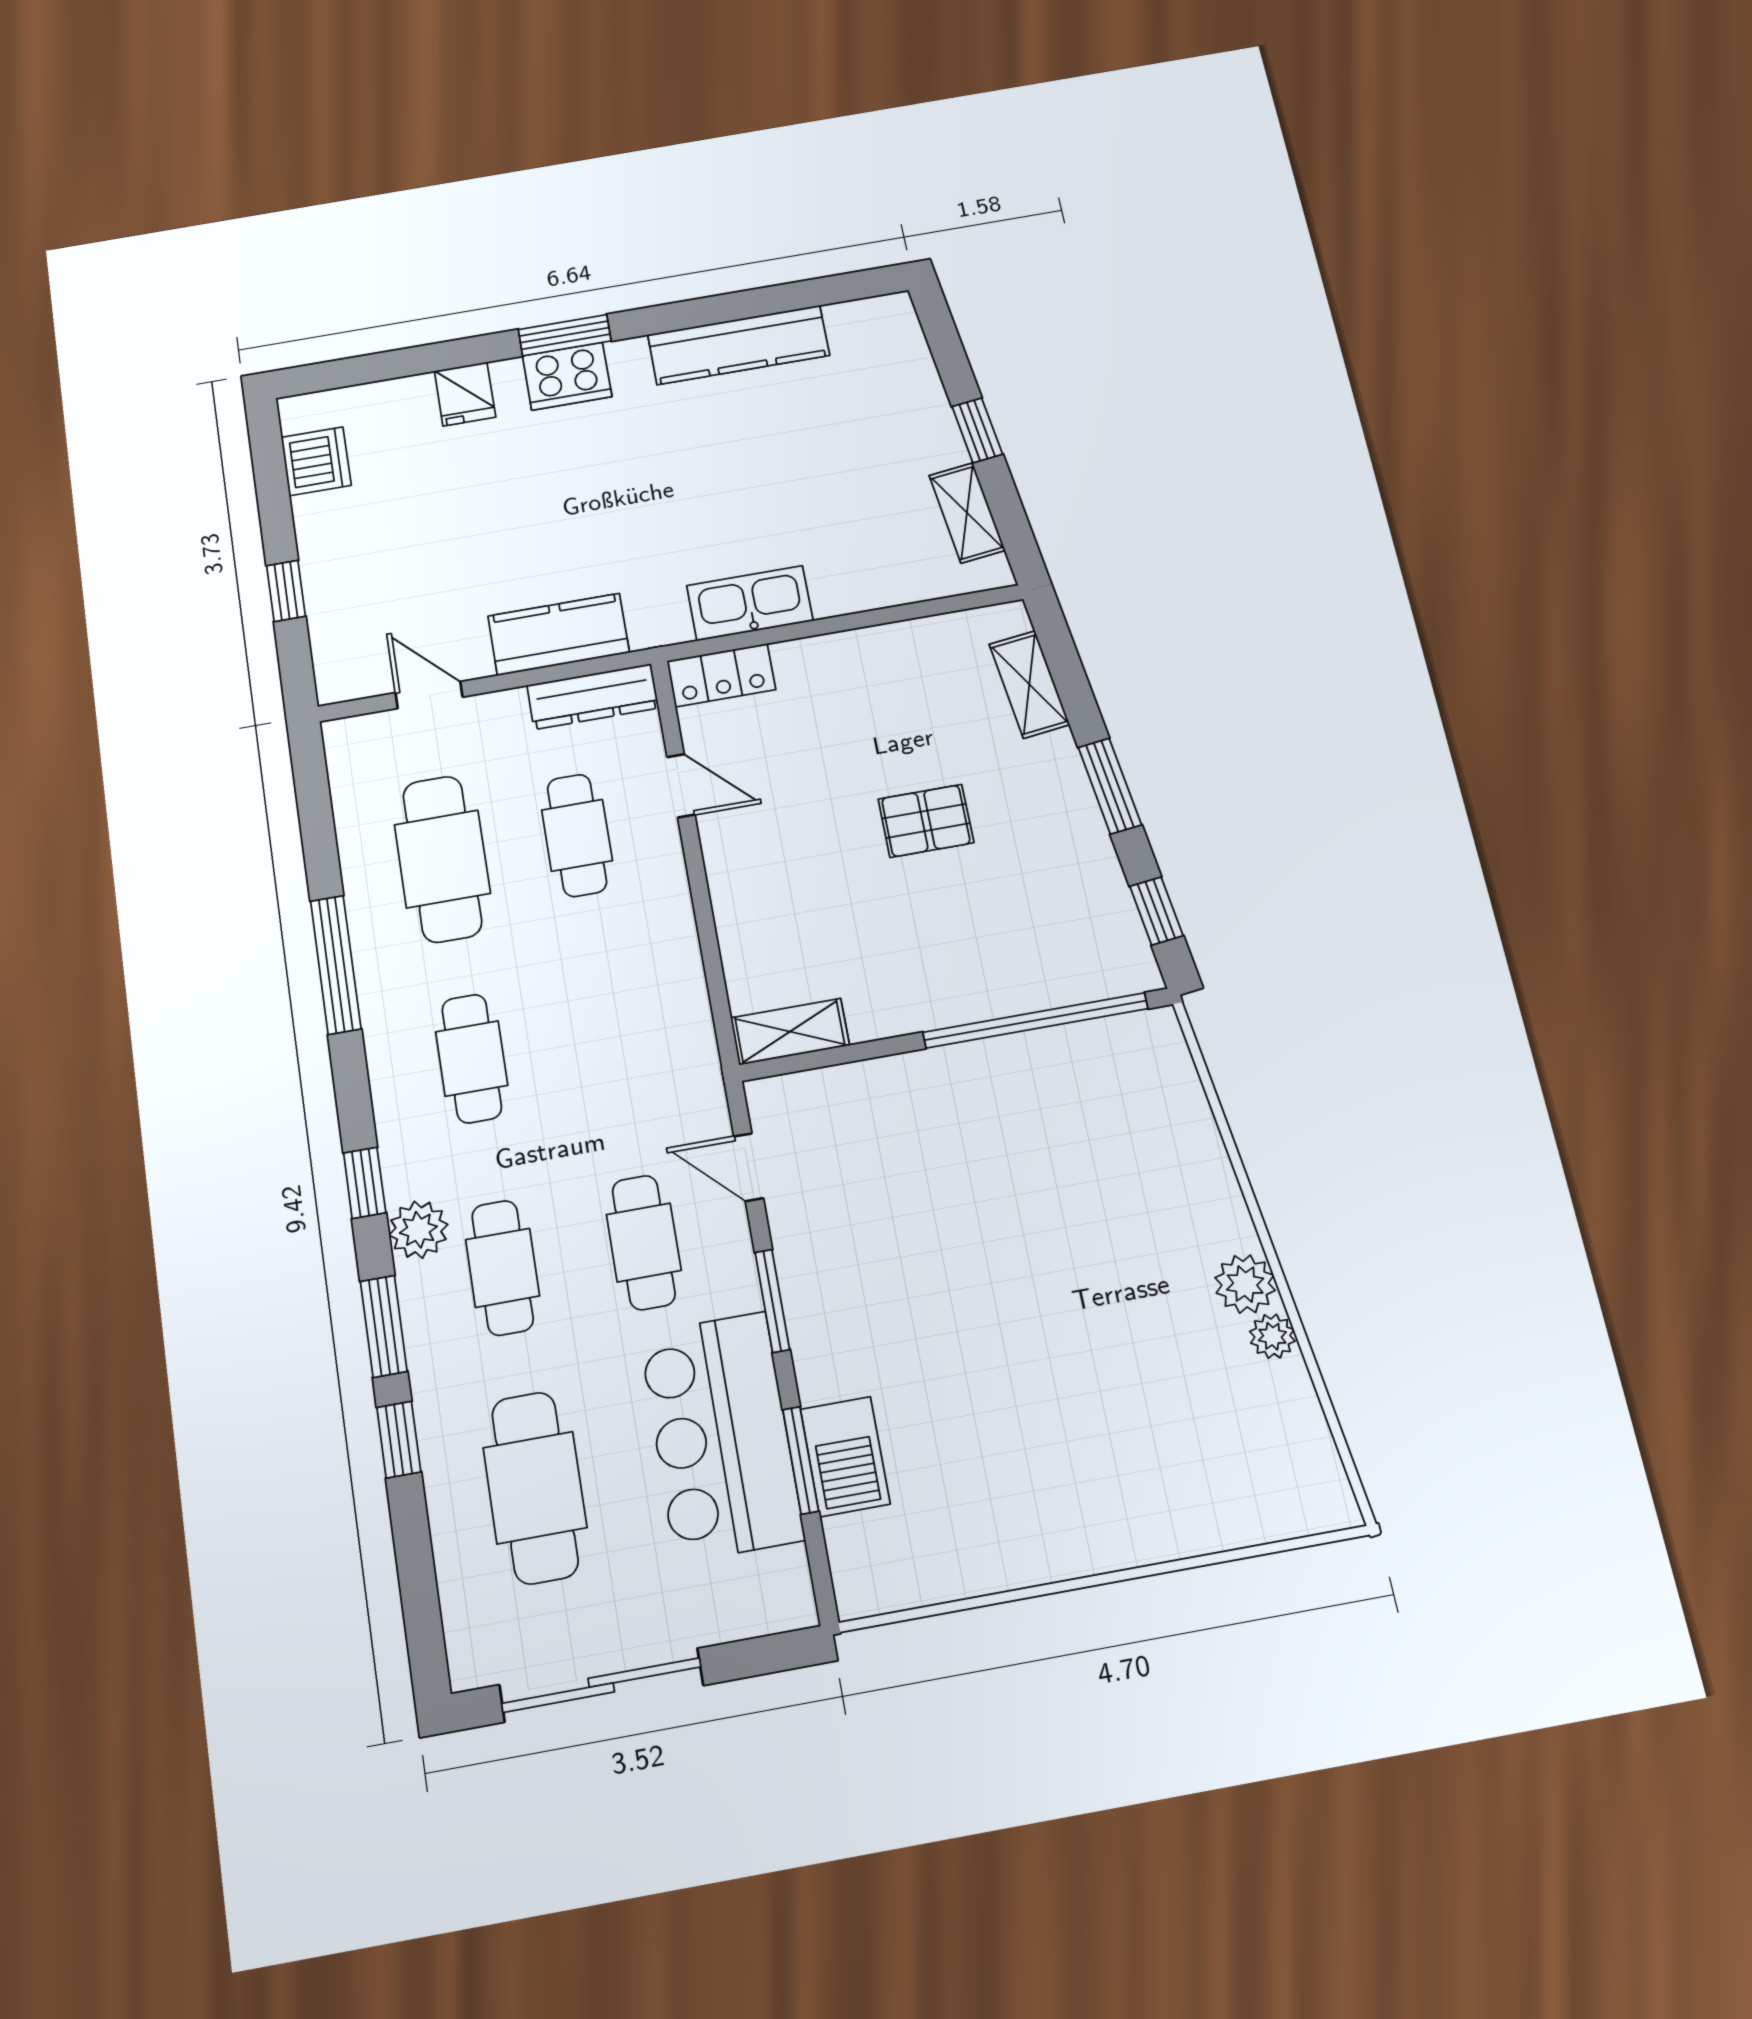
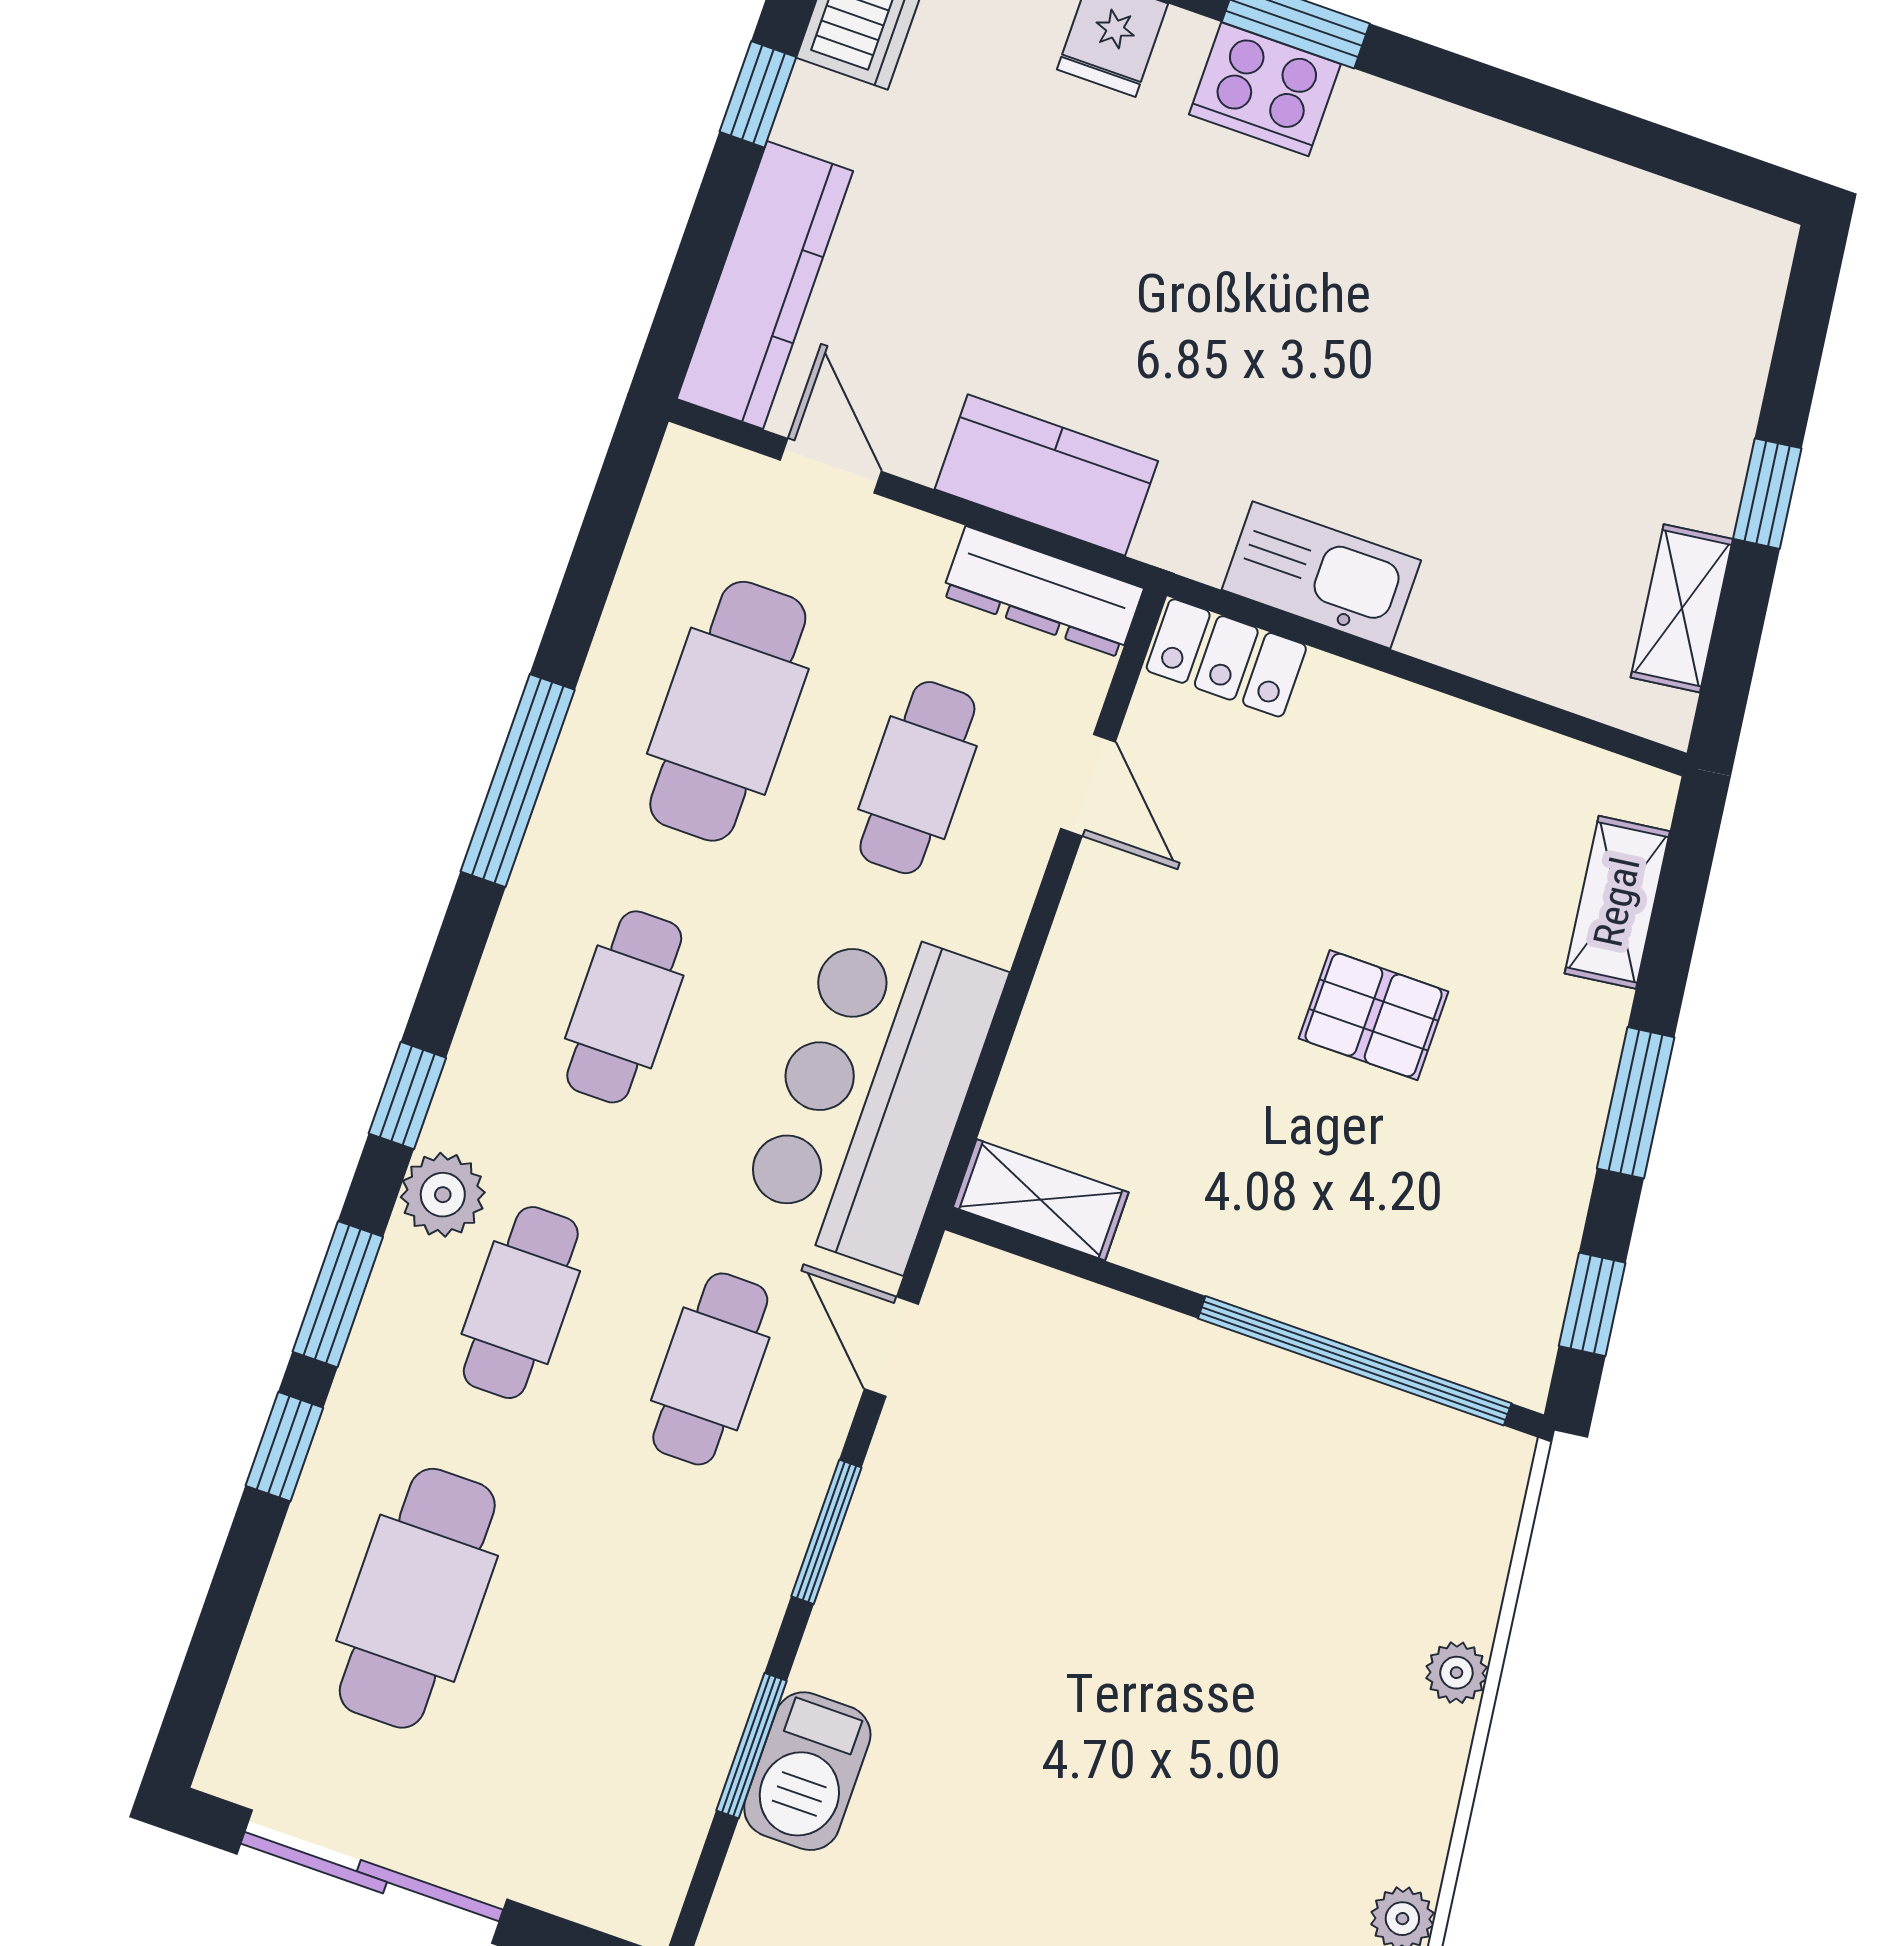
kitchen counter: (739, 345) -> (765, 285), moved, turned -90
window: (286, 591) -> (758, 94), moved
plant: (1245, 1284) -> (1456, 1673), moved, width x0.73, depth x0.73
bar counter: (721, 1436) -> (872, 1094), moved

